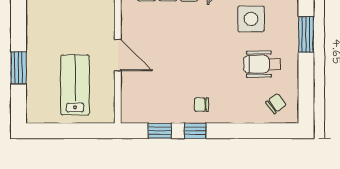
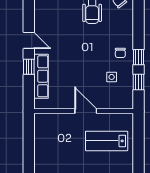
side table: (251, 19) -> (112, 77), moved, width x0.54, depth x0.54
door: (118, 55) -> (86, 111), hinge flipped

